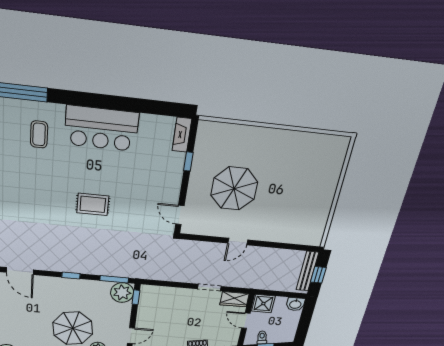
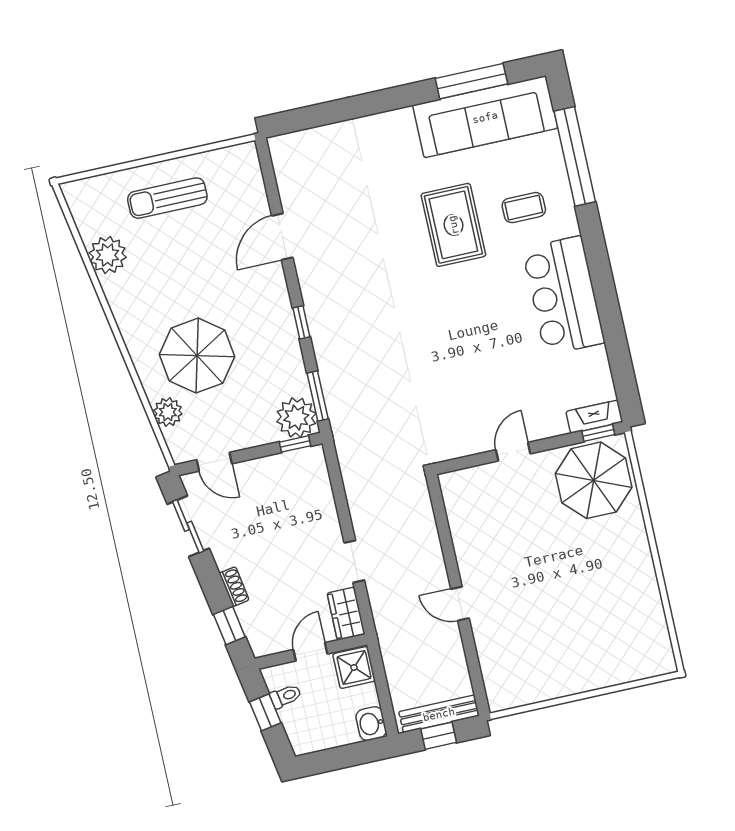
window: (188, 161) -> (598, 433), moved
parasol: (234, 189) -> (594, 480), moved
rug: (93, 204) -> (453, 225), moved, width x1.36, depth x1.43
door: (180, 215) -> (513, 452), moved
door: (238, 242) -> (460, 604), moved

